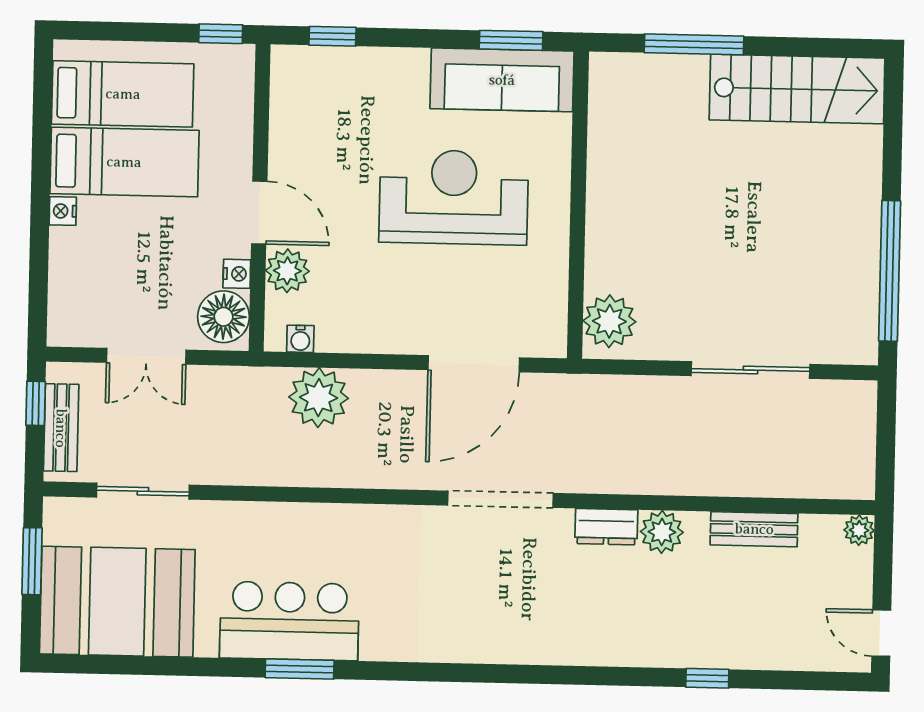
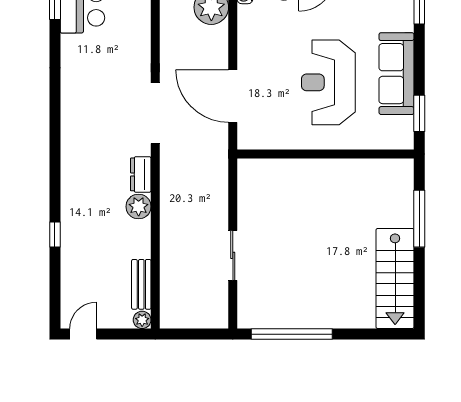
sofa: (502, 80) -> (396, 74), moved
reception desk: (454, 197) -> (328, 82), turned 180
plant: (609, 321) -> (259, 174), removed
sliding door: (750, 370) -> (233, 255), width x0.73
bench: (754, 529) -> (141, 284), moved

